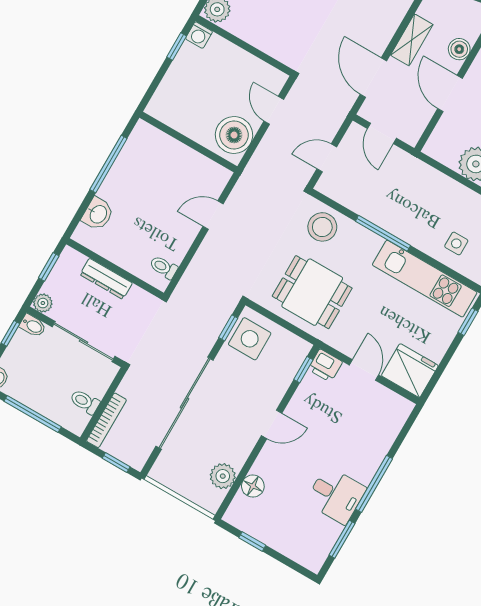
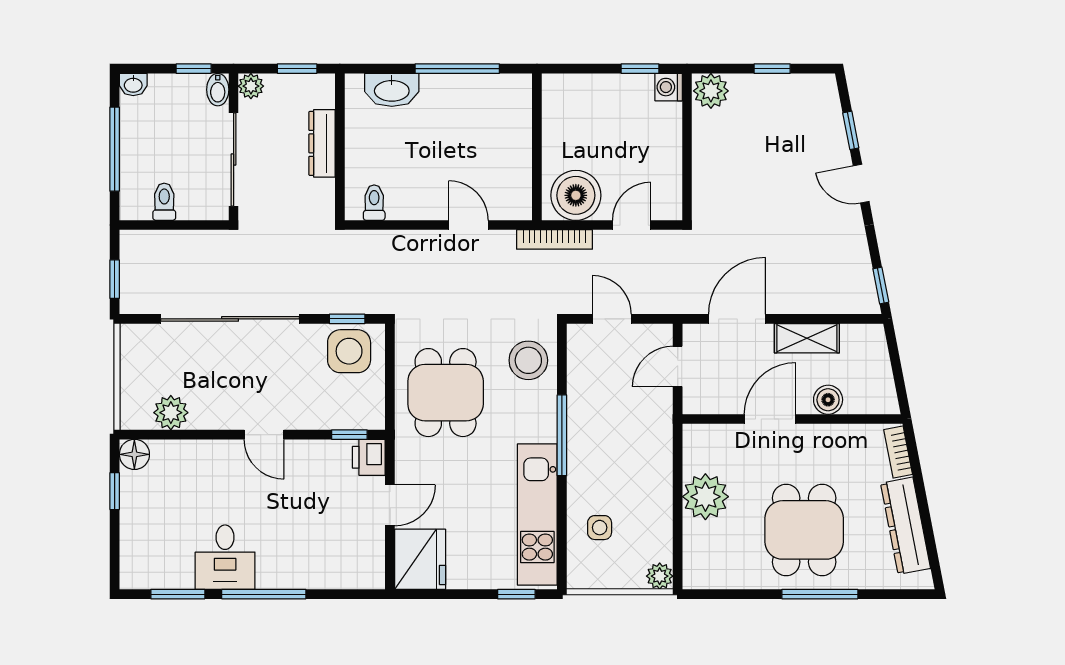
washbasin: (98, 214) -> (392, 90), width x1.38
bookcase: (106, 420) -> (555, 239), moved
floor lamp: (253, 486) -> (134, 454), moved

